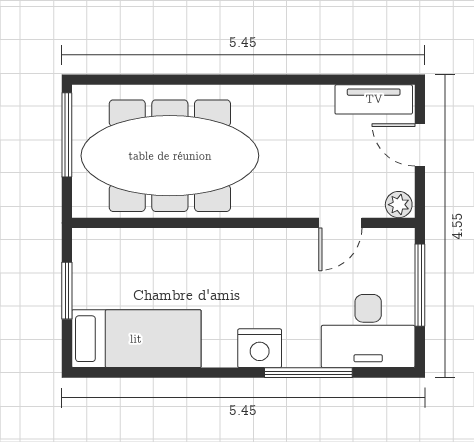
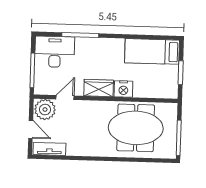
meeting table: (170, 156) -> (136, 128), width x0.73
plant: (399, 205) -> (45, 110), width x1.88, depth x1.88
wardrobe: (261, 248) -> (99, 88), added
nightstand: (260, 348) -> (123, 89), moved, turned 180

